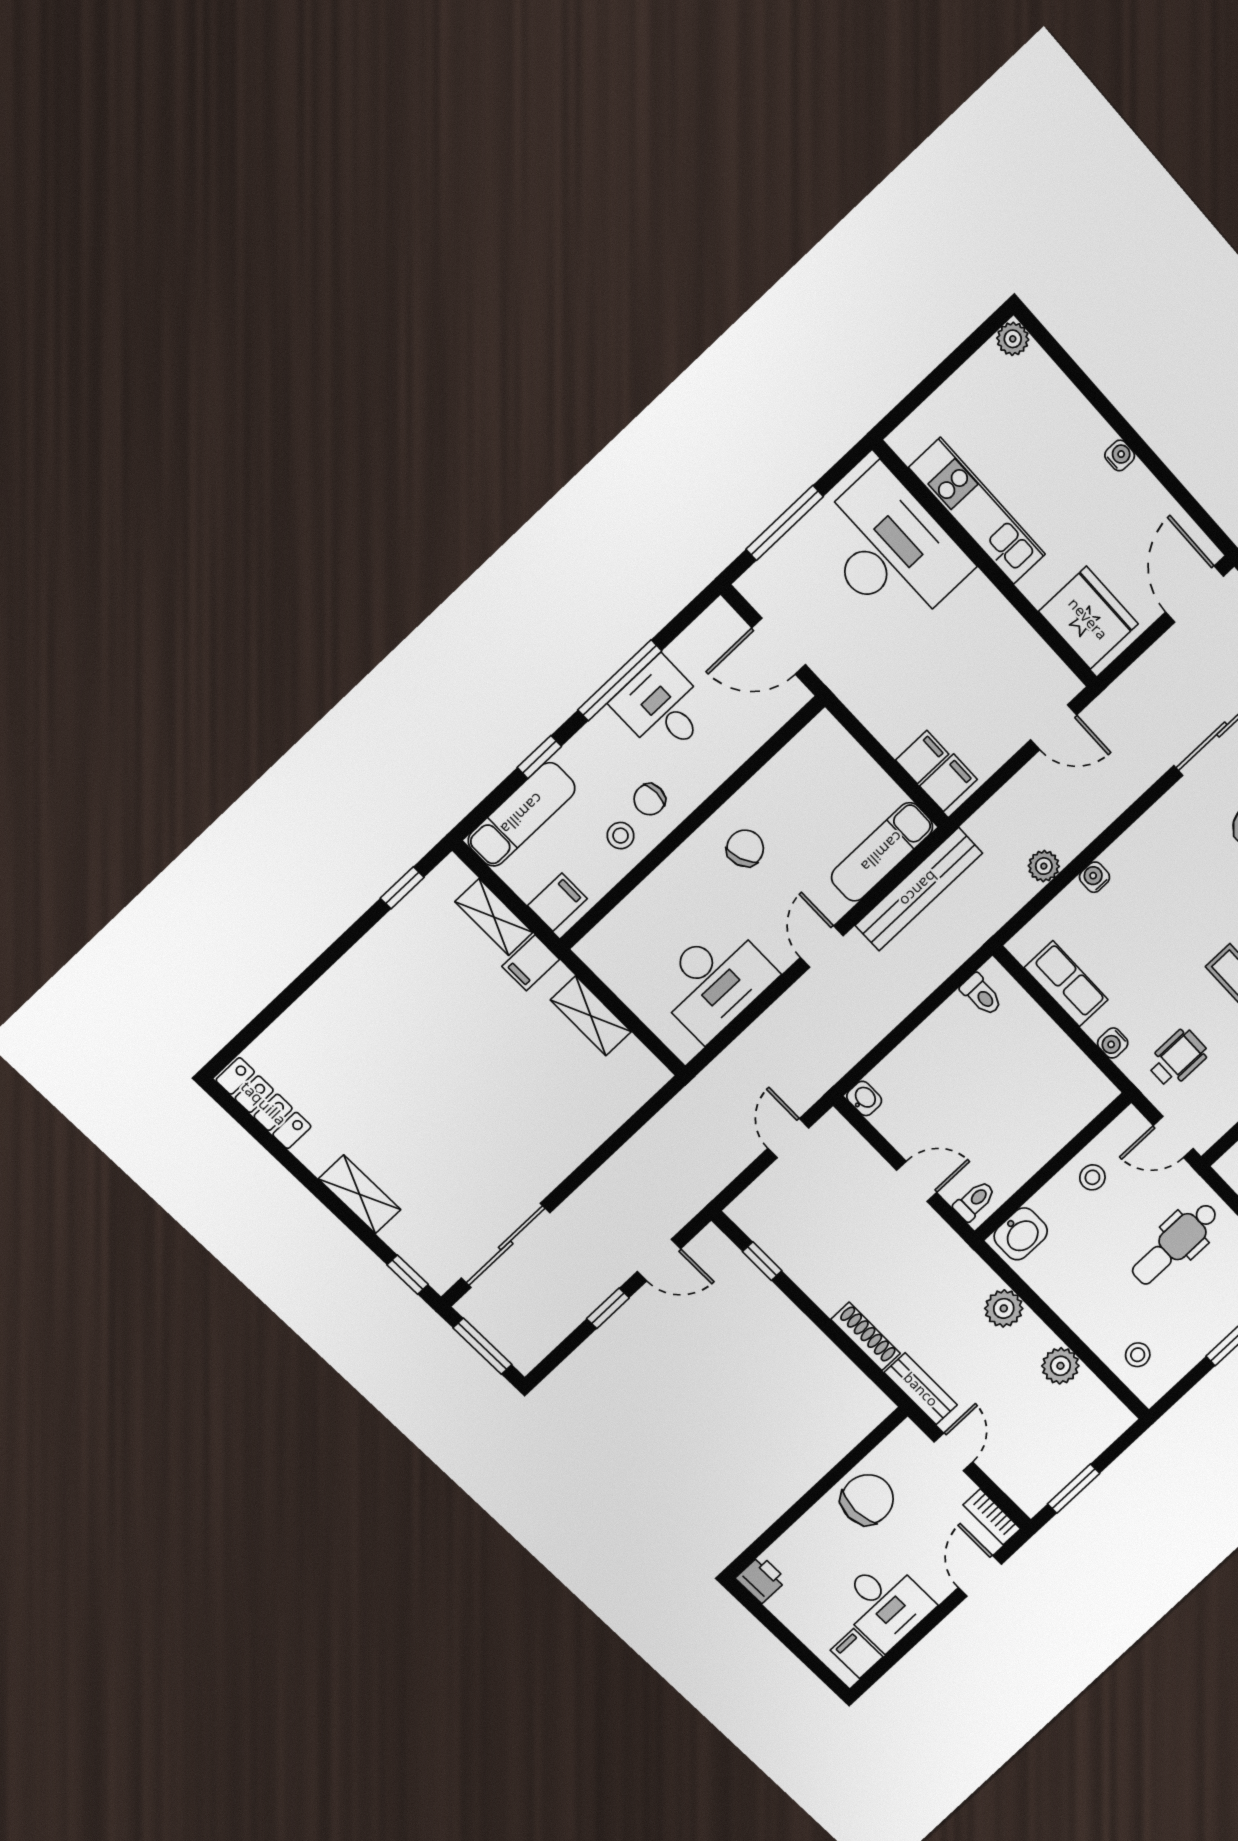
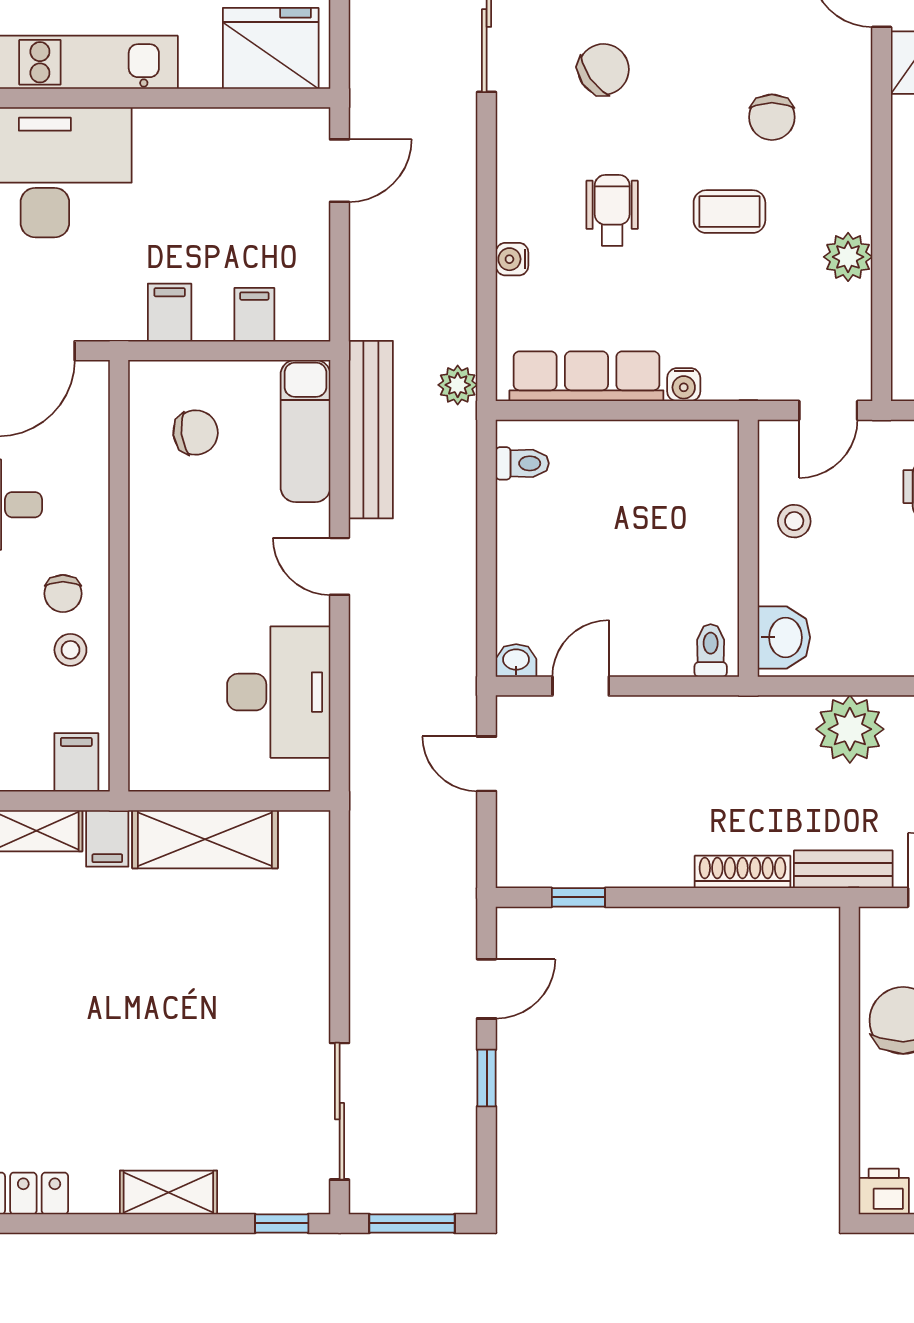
filing cabinet: (949, 783) -> (170, 313), moved
chair: (745, 848) -> (196, 432), moved, turned 104
plant: (1044, 866) -> (458, 385), moved
row of seats: (1066, 984) -> (586, 376), width x1.48
shelving: (591, 1016) -> (205, 839), width x1.50, depth x1.33
wheelchair: (1178, 1058) -> (612, 210), moved
door: (917, 1181) -> (581, 686), moved
plant: (1004, 1308) -> (850, 729), width x1.36, depth x1.36

